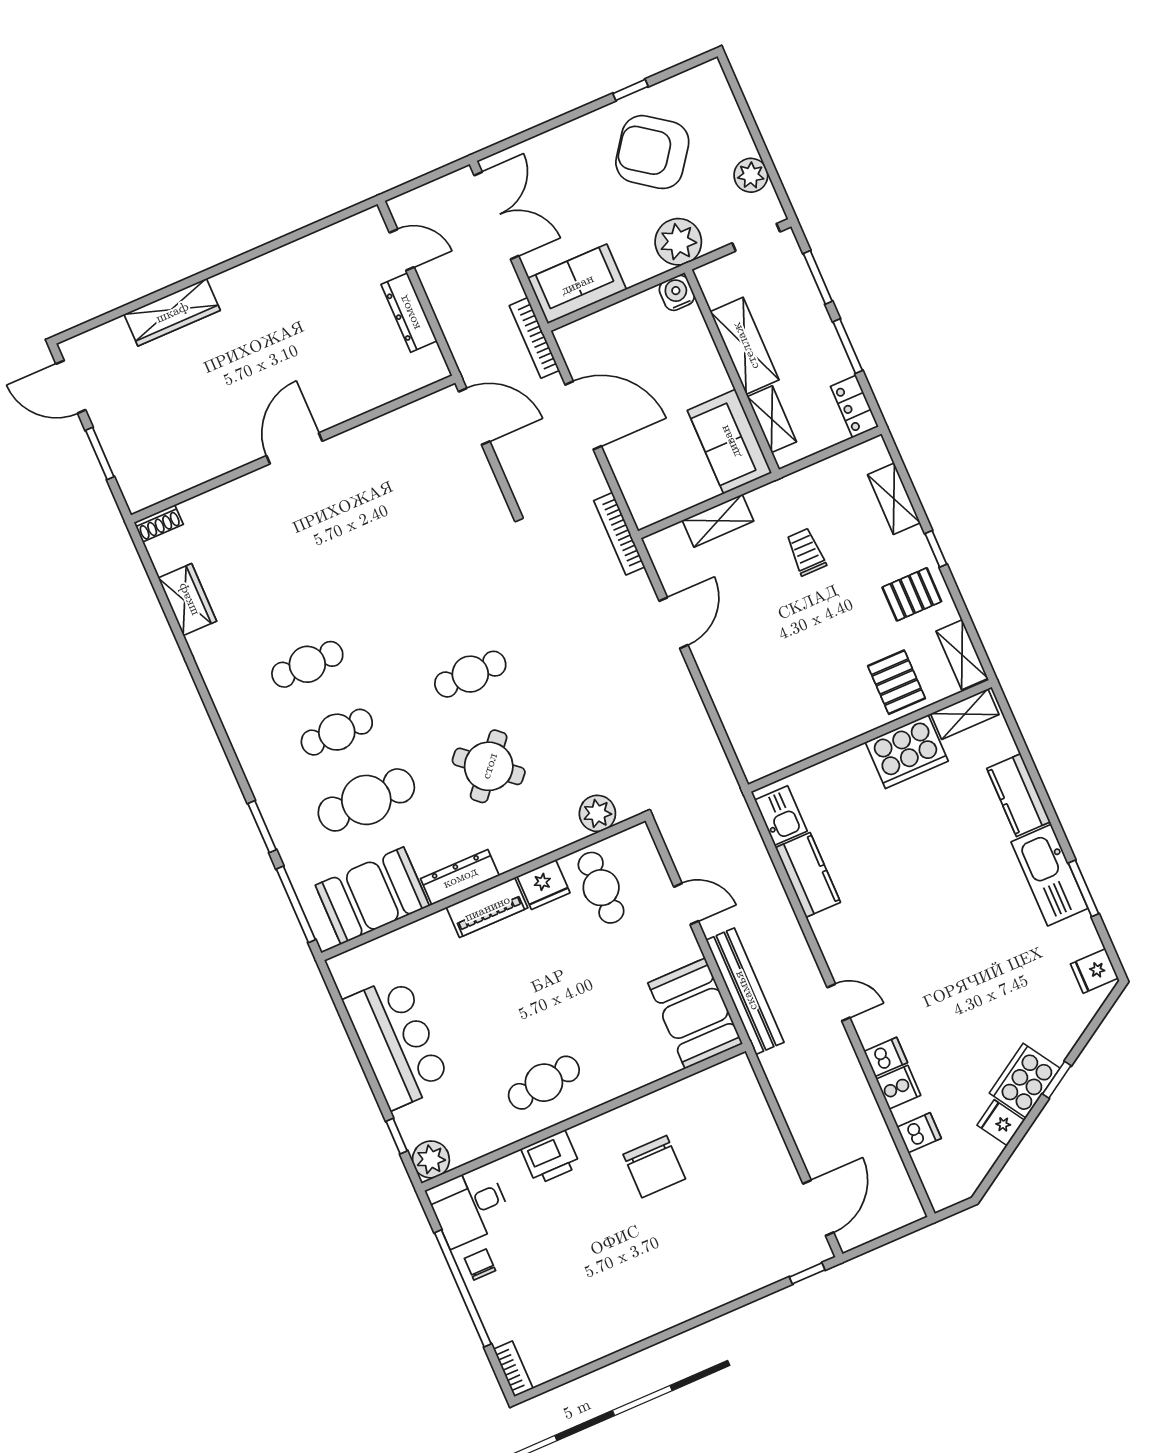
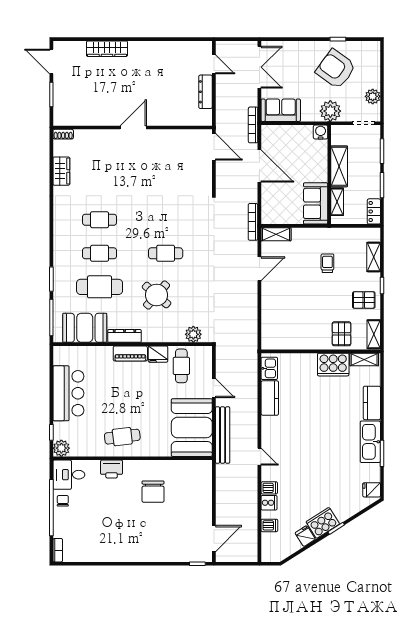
shelving: (718, 521) -> (276, 234), moved
booth: (695, 1013) -> (192, 428), width x1.36, depth x1.42

